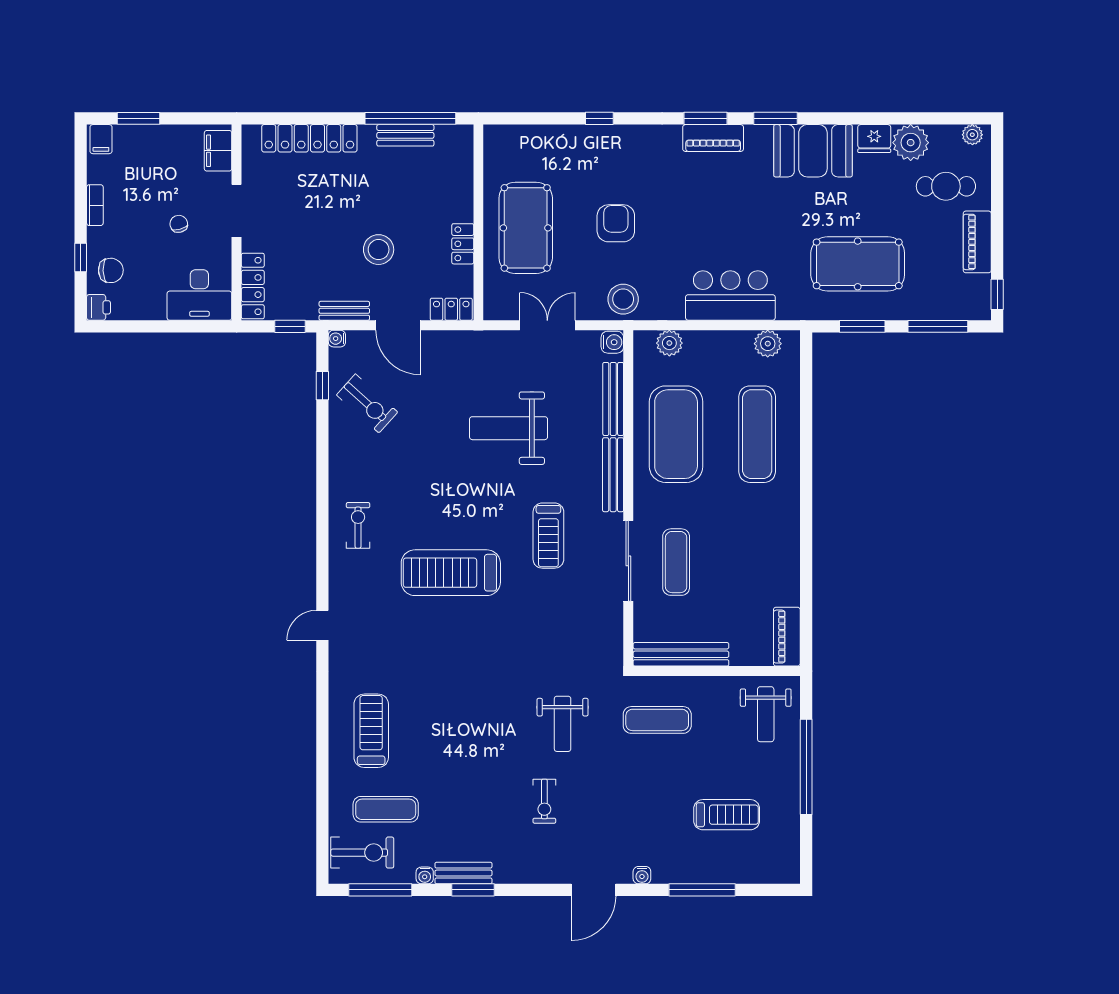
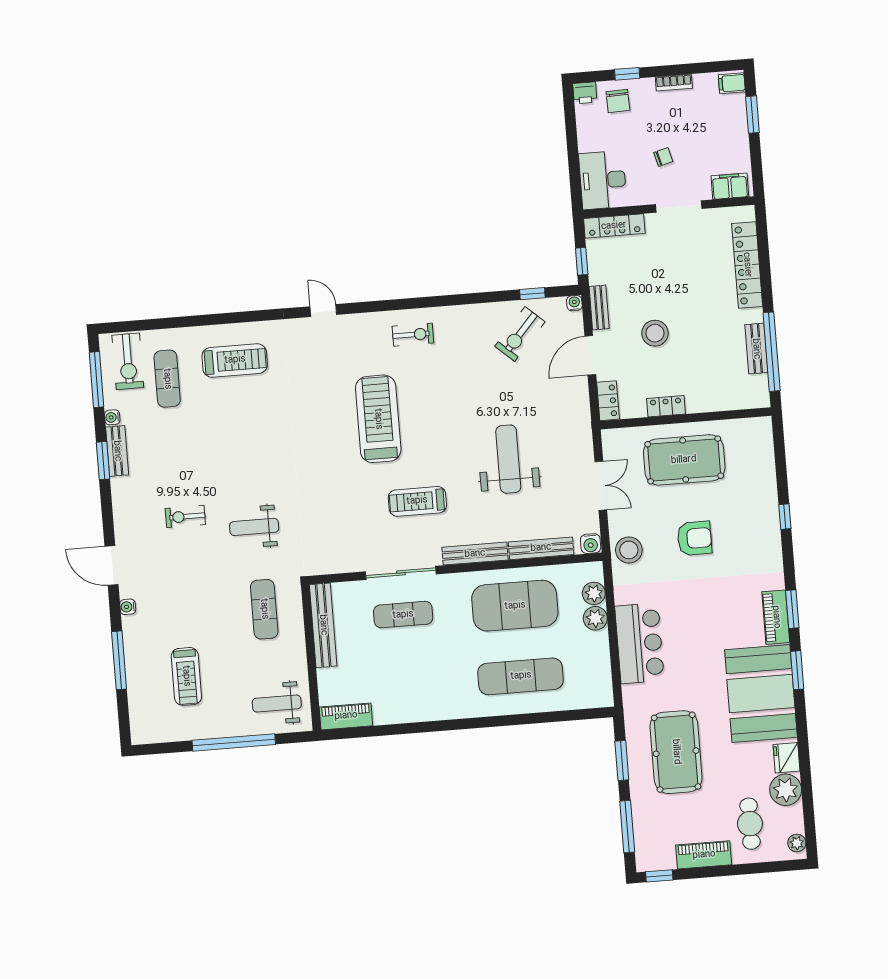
booth: (813, 151) -> (761, 694), width x1.36, depth x1.42
plant: (768, 344) -> (595, 618), moved

